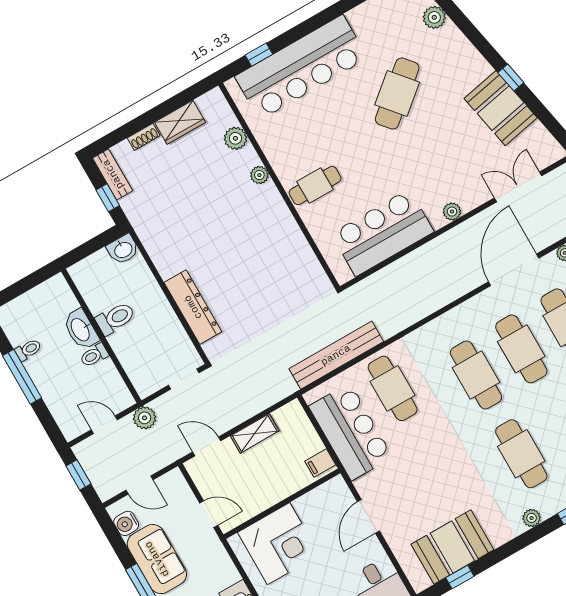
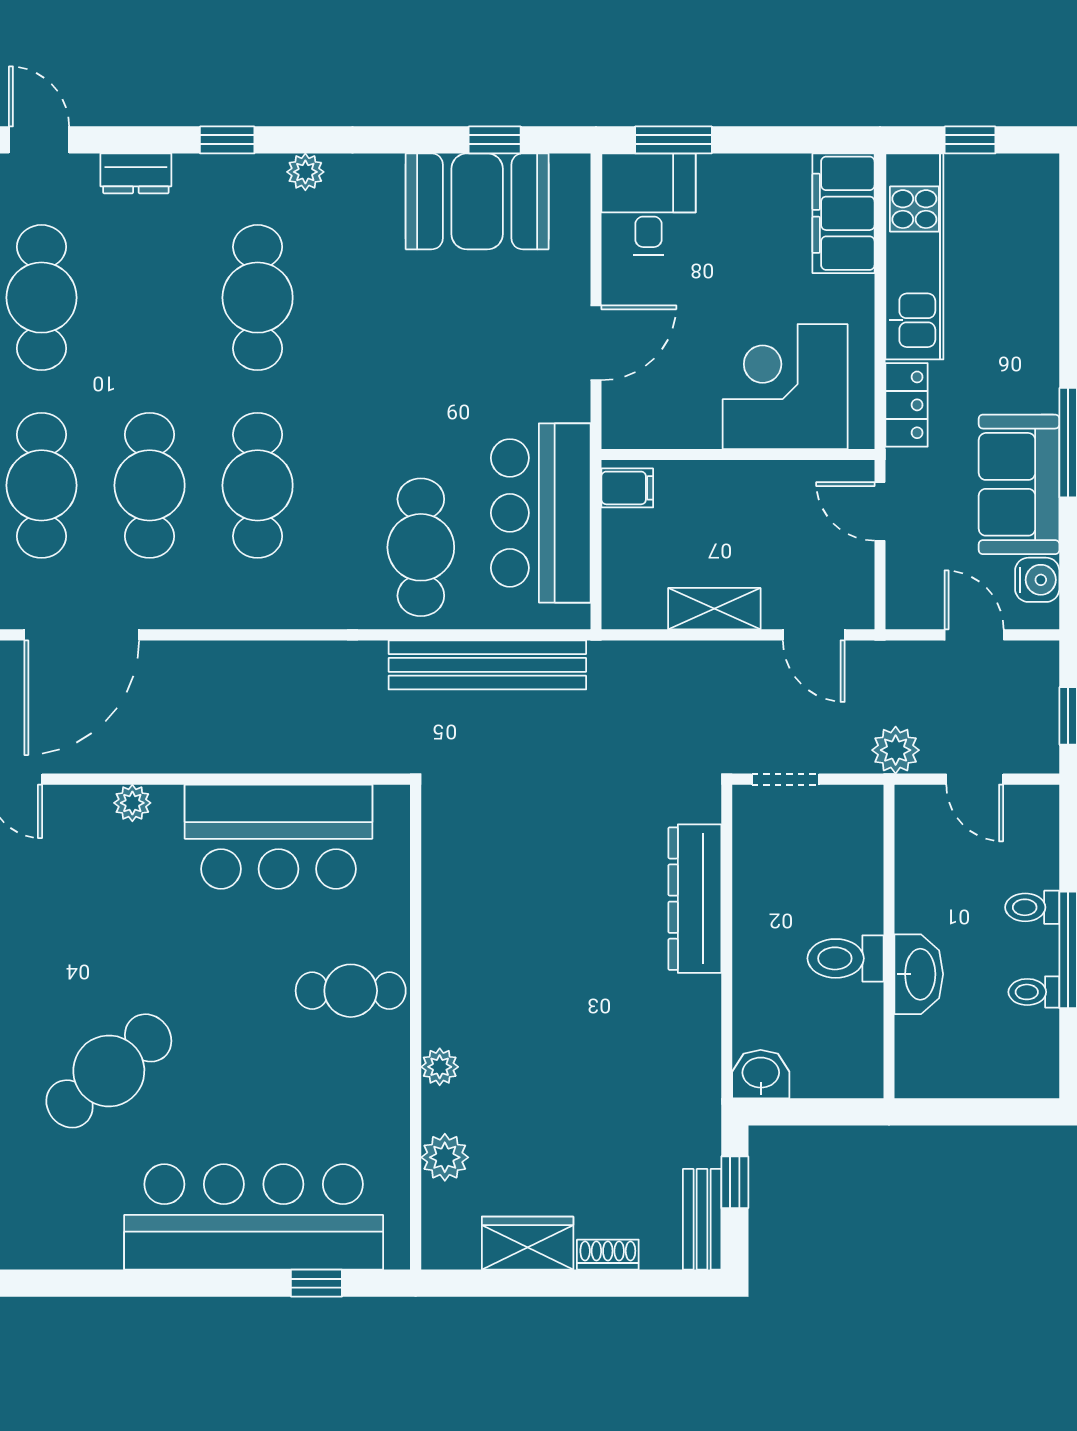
toilet: (94, 355) -> (1032, 907), moved, turned 180
locker: (223, 565) -> (906, 405), added

